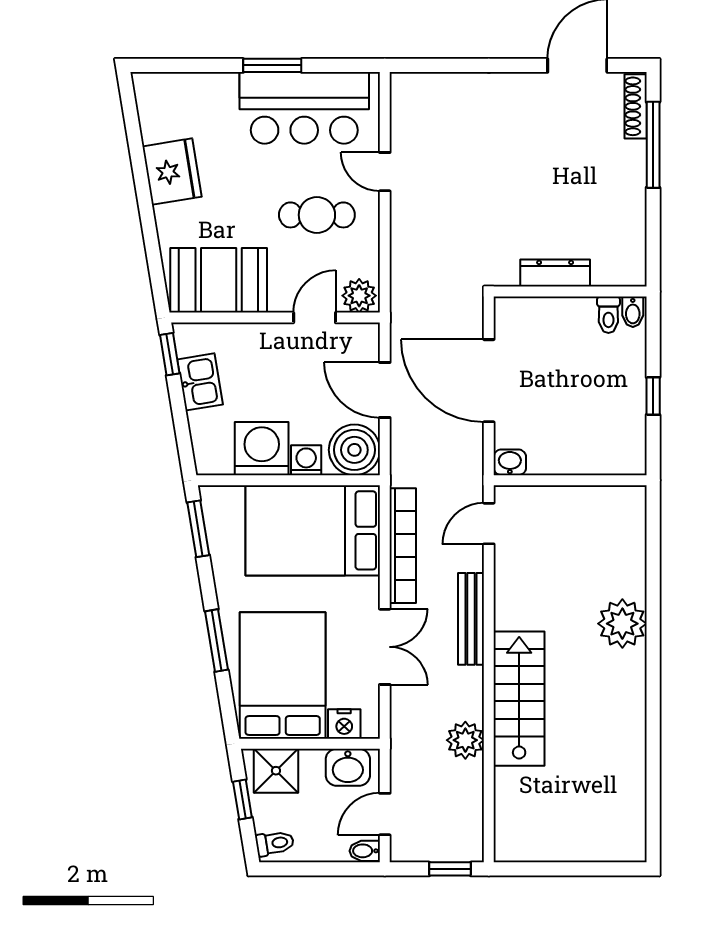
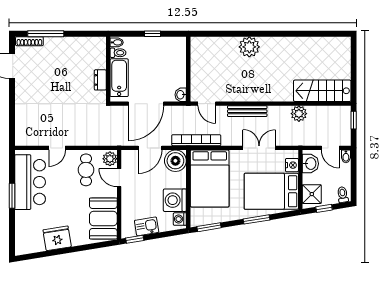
cafe table: (317, 215) -> (86, 170), moved
dresser: (555, 273) -> (100, 80), width x0.70
bathtub: (550, 317) -> (119, 78), added
washing machine: (306, 460) -> (180, 219), moved
bookcase: (403, 546) -> (196, 140), moved
stairs: (519, 699) -> (322, 91), moved

